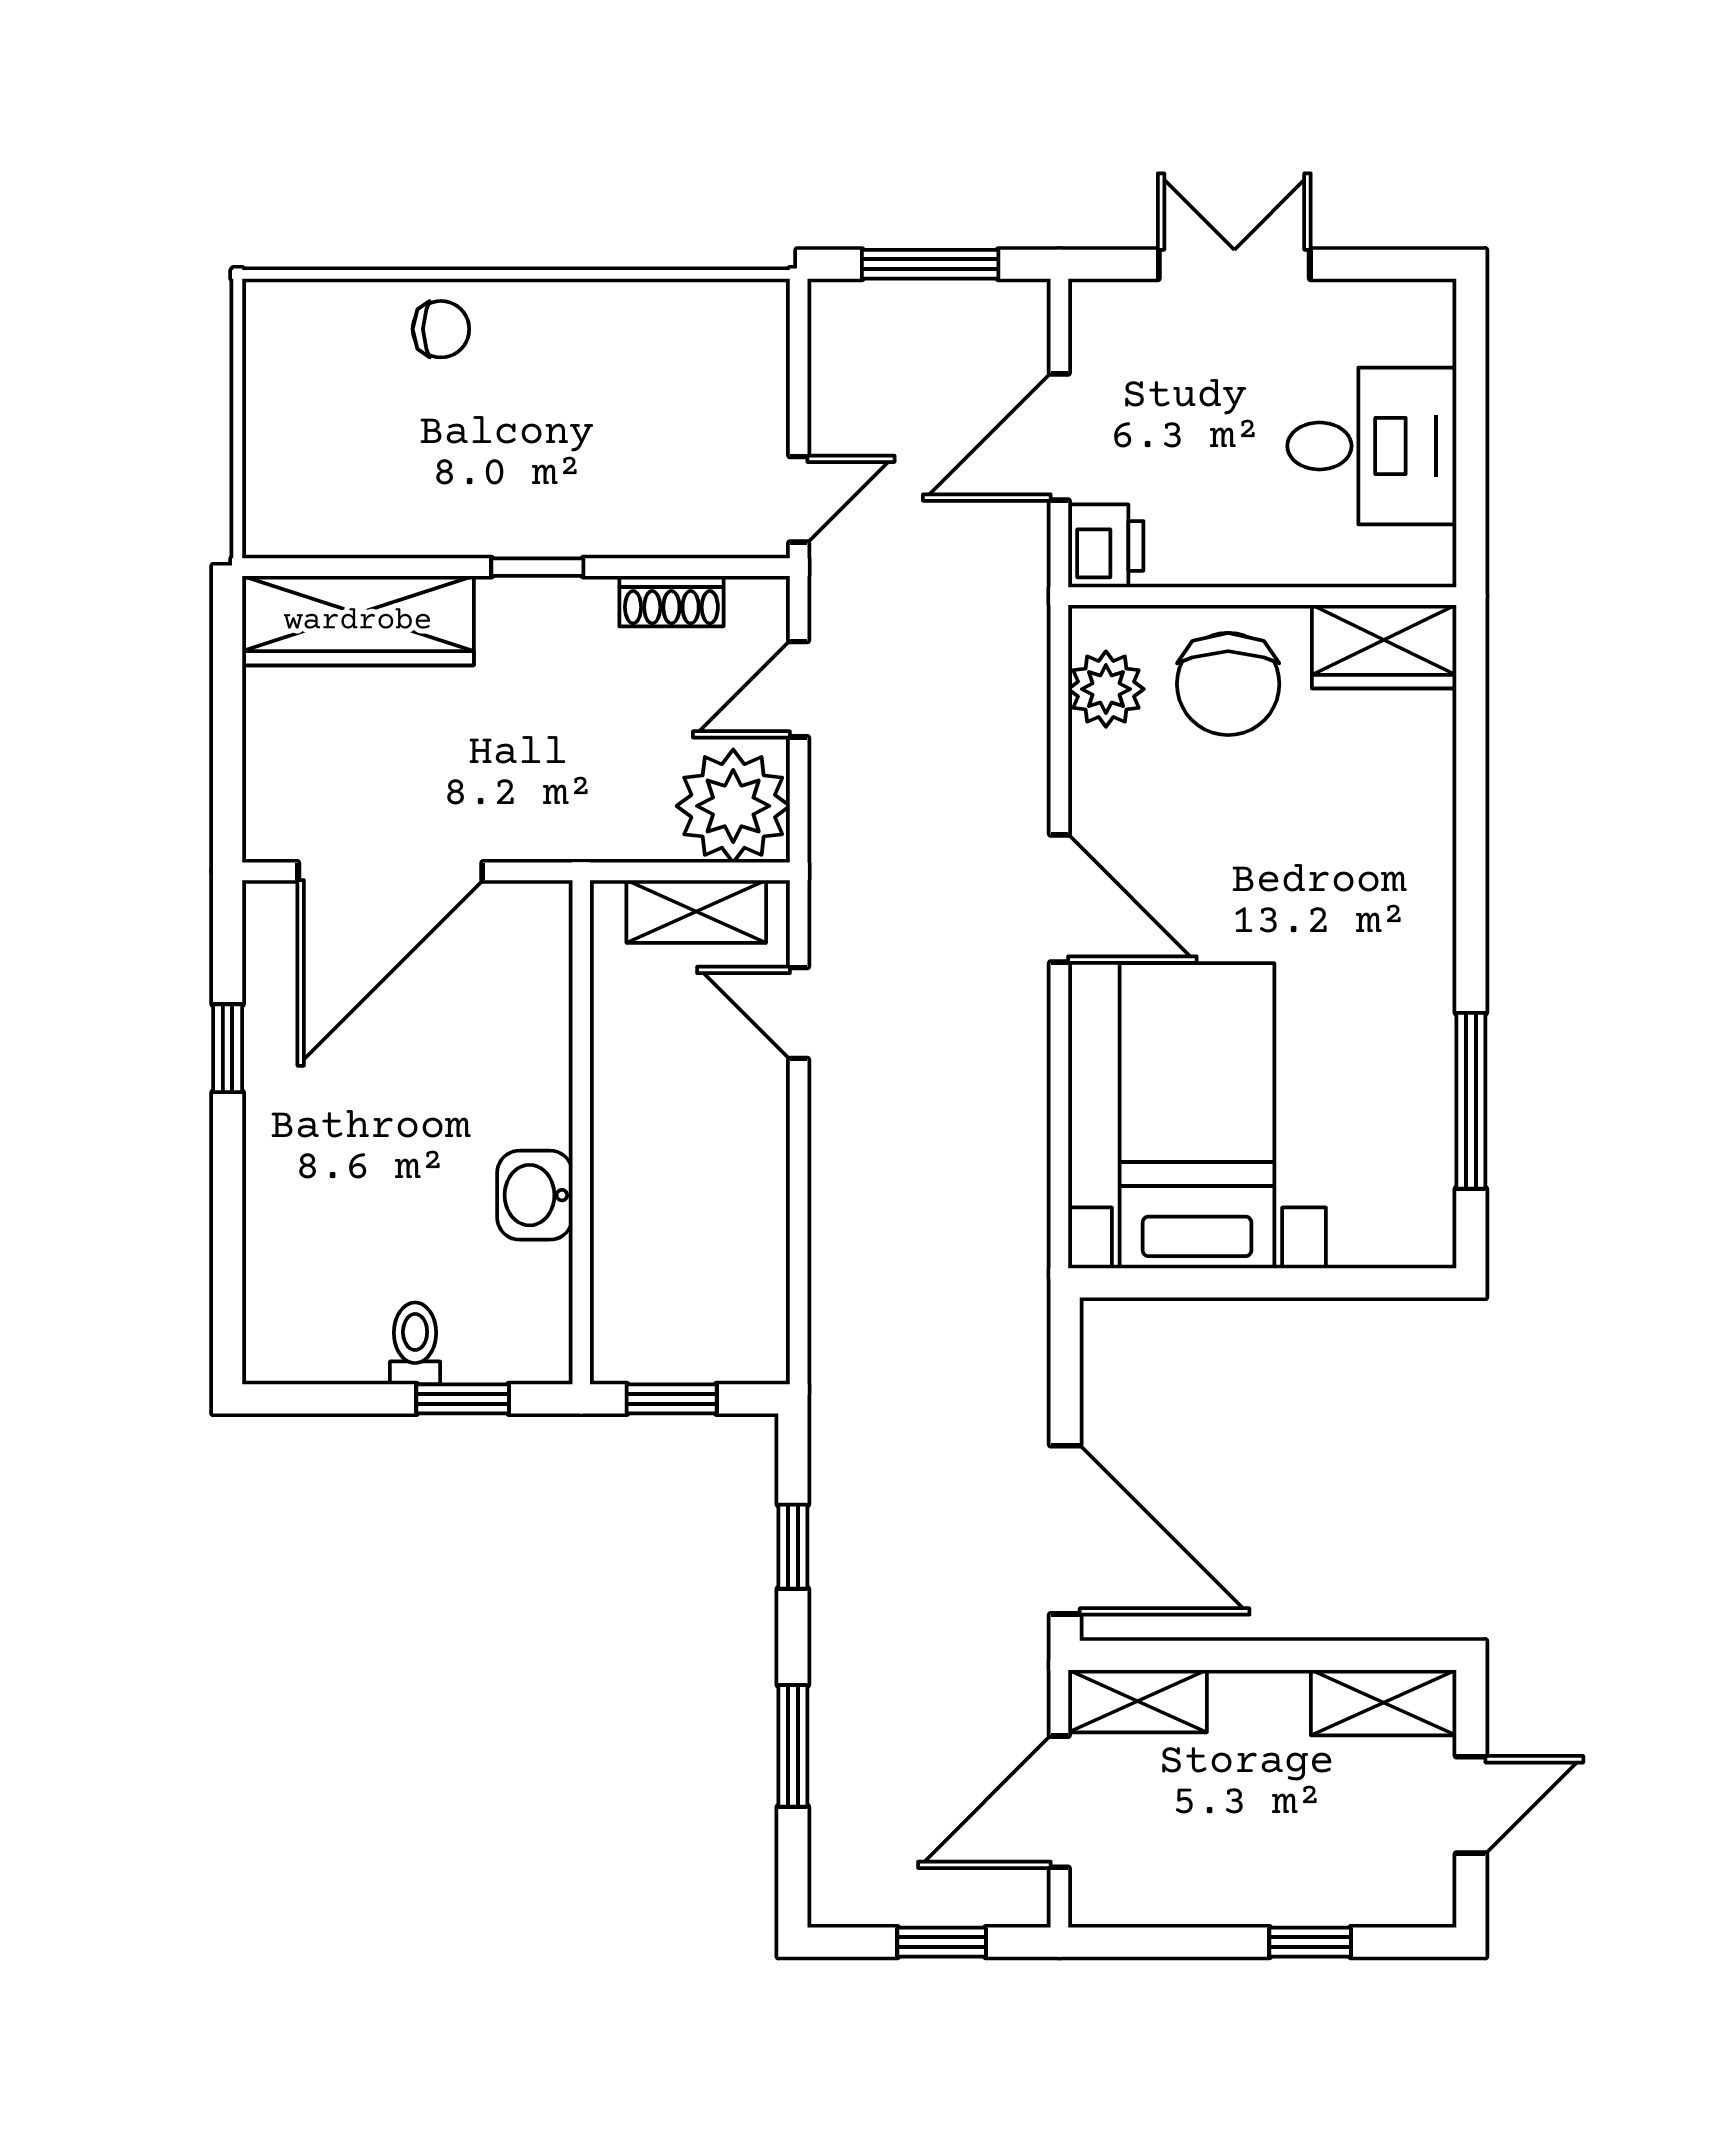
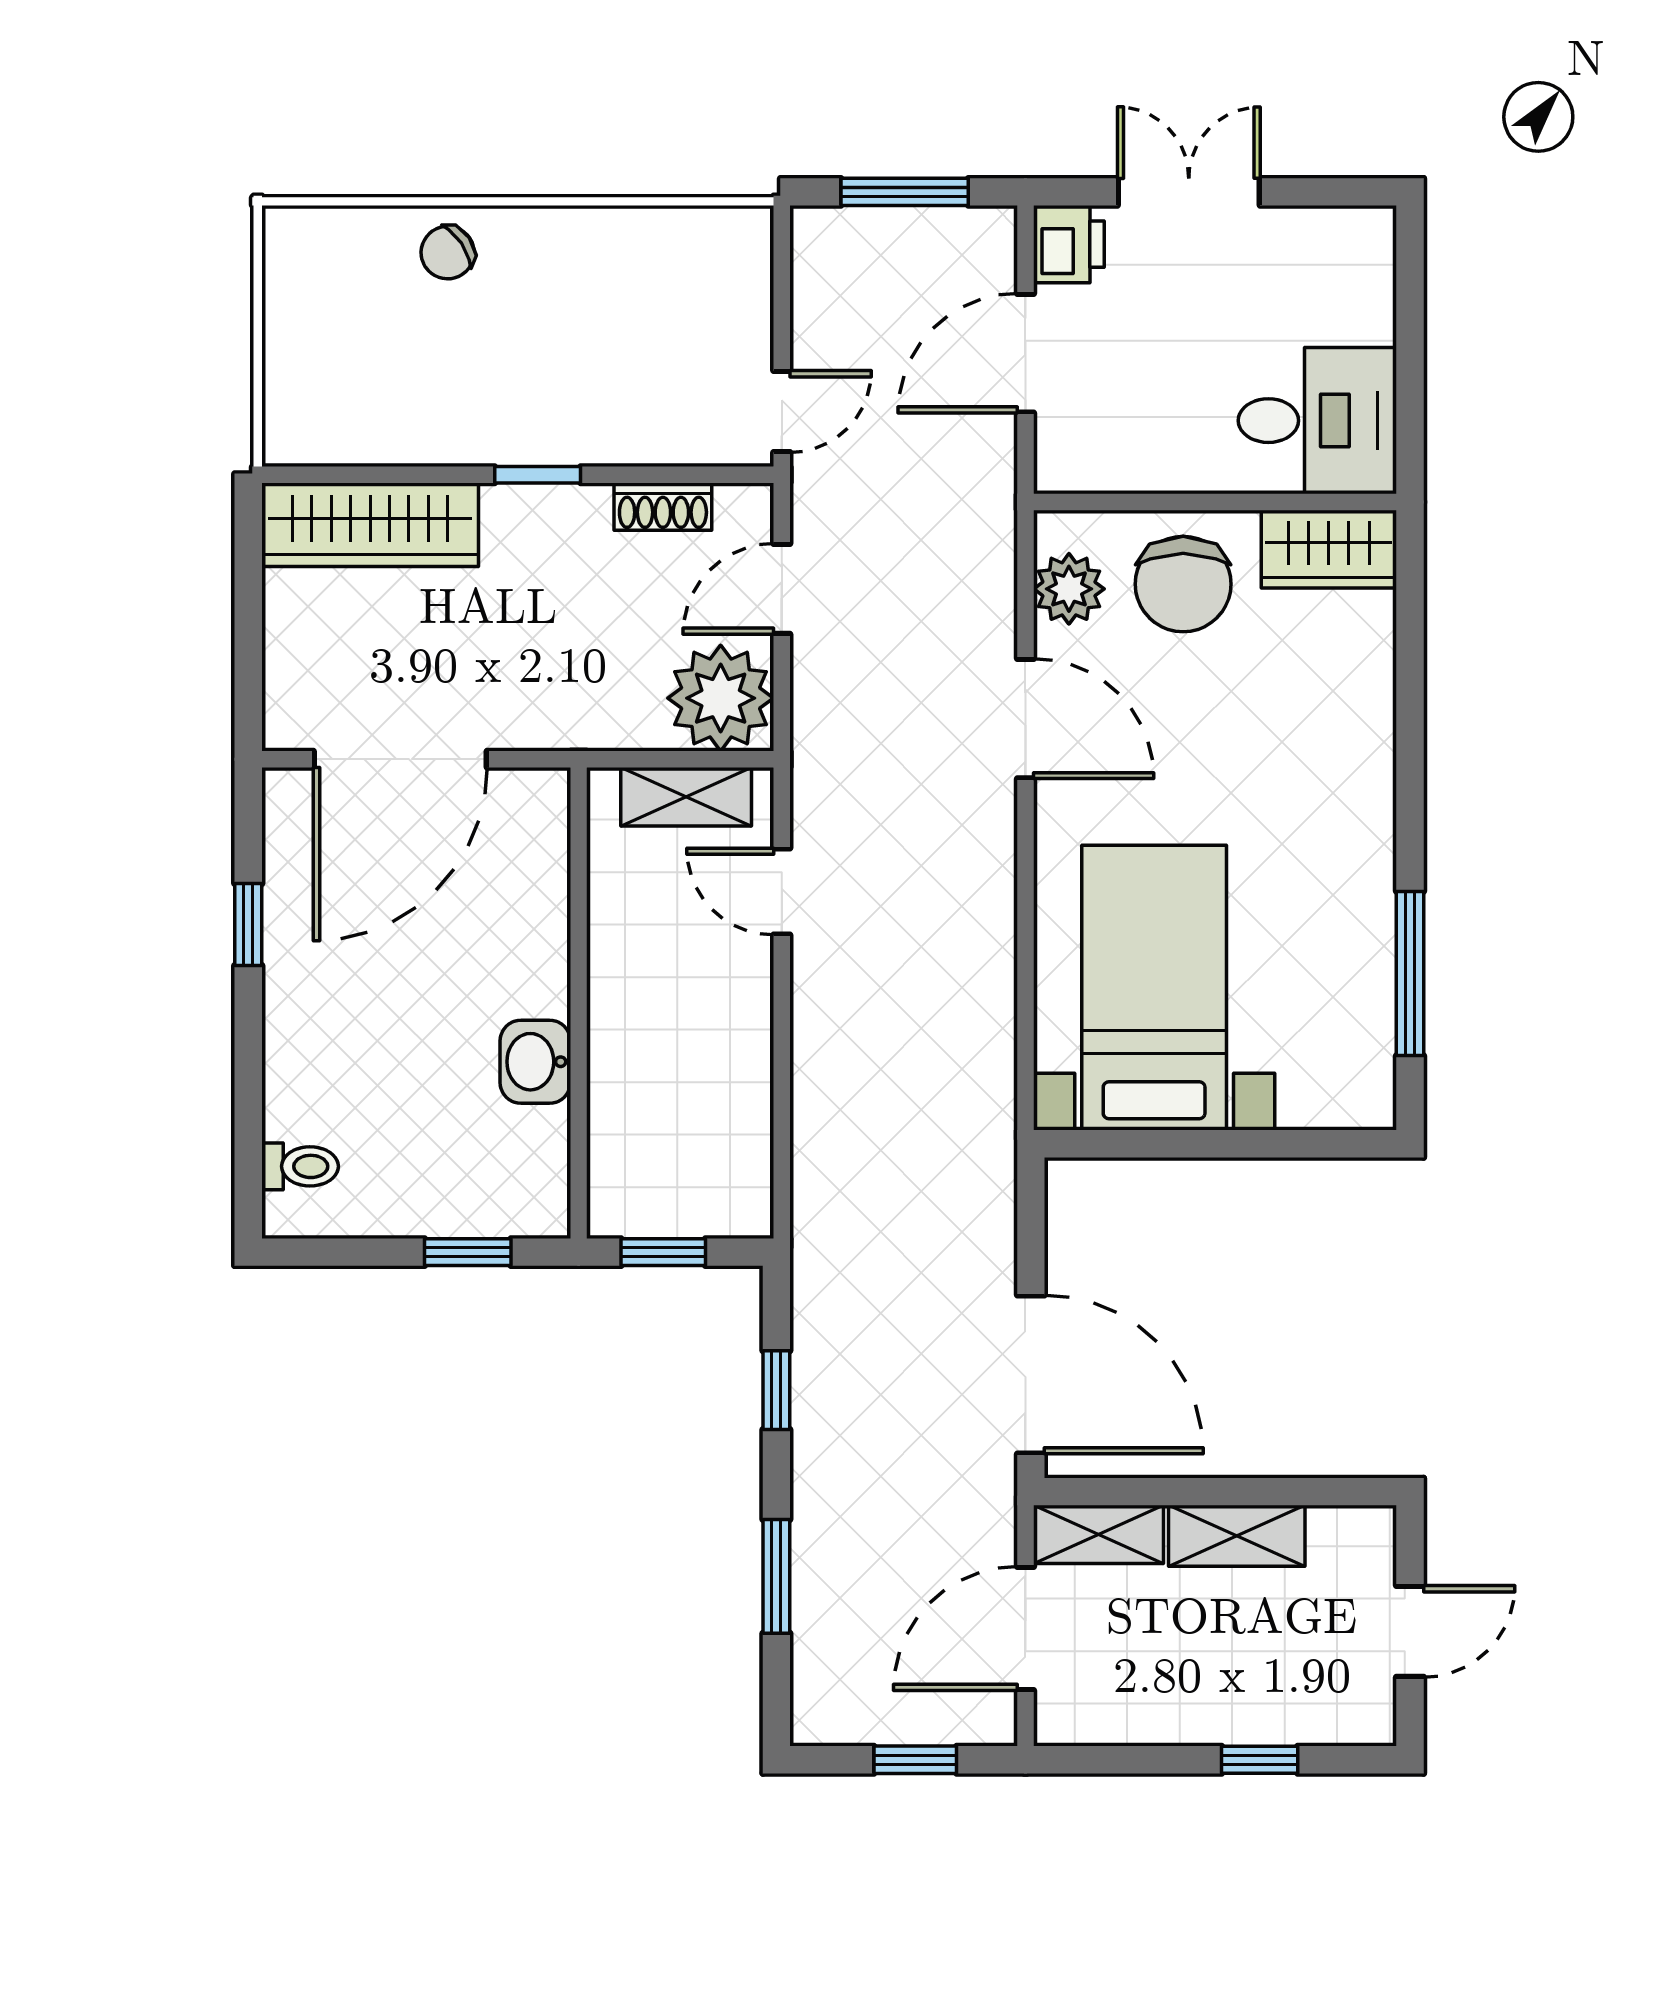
chair: (441, 329) -> (448, 253), turned 146
desk: (1372, 446) -> (1317, 421), moved
printer: (1106, 546) -> (1069, 244), moved
door: (1059, 898) -> (1025, 719), moved
toilet: (415, 1343) -> (300, 1166), moved, turned 90
shelving: (1384, 1703) -> (1237, 1536), moved

